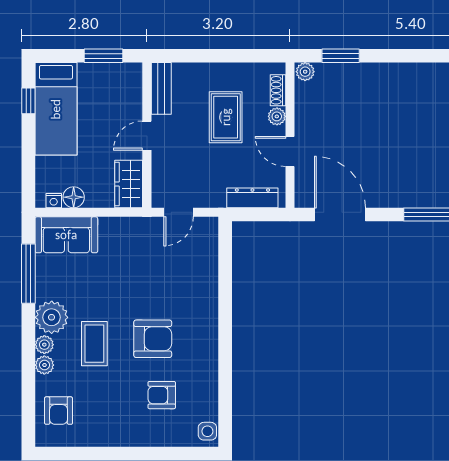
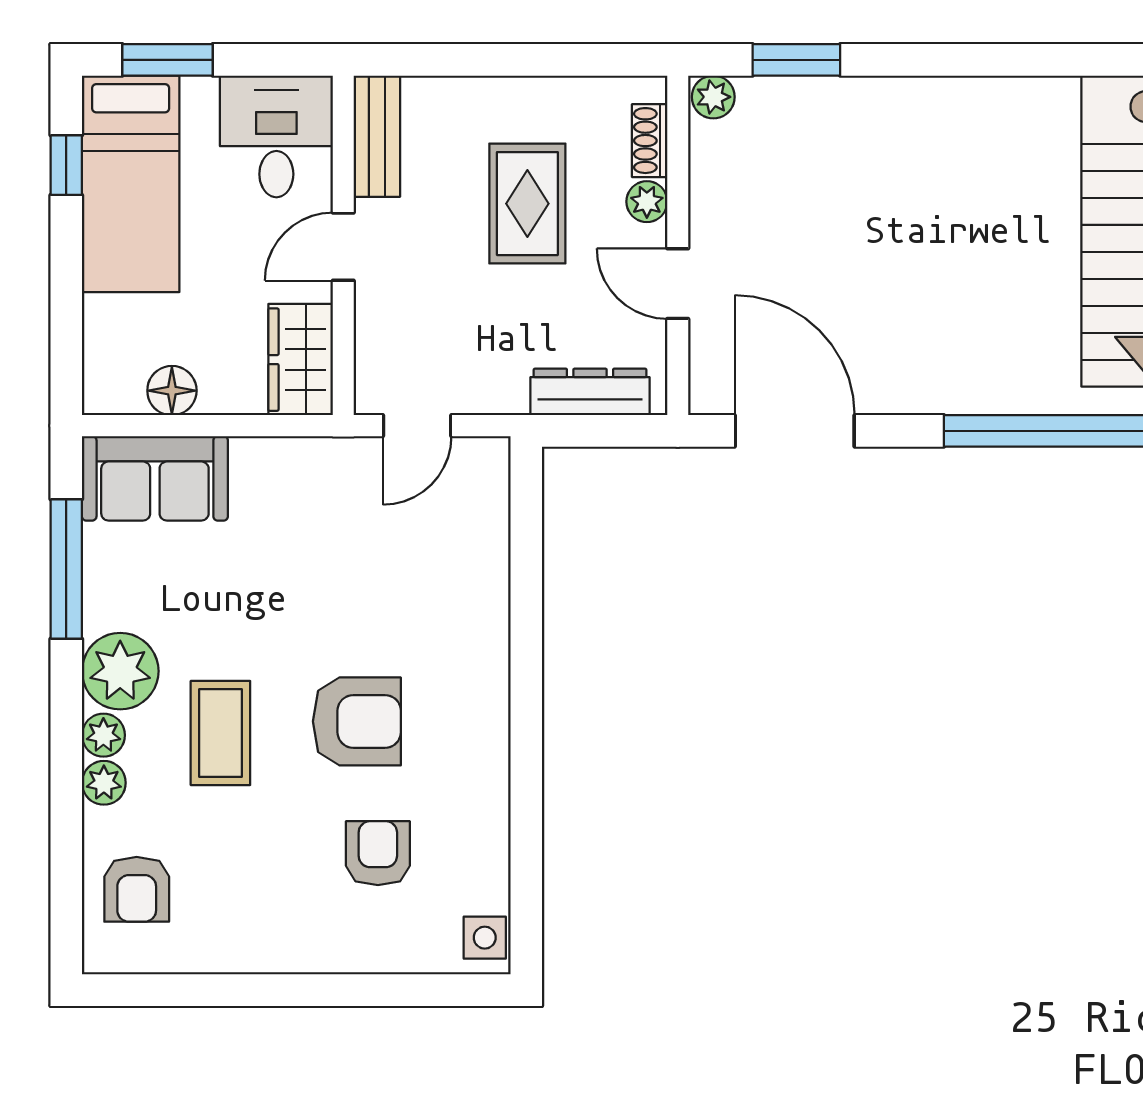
window: (103, 56) -> (167, 60), moved
desk: (118, 89) -> (276, 136), added
nightstand: (54, 201) -> (125, 398), removed
armchair: (162, 395) -> (378, 853), turned 90

